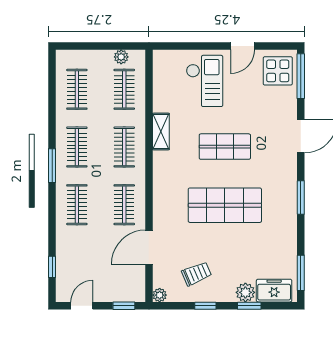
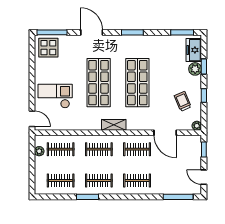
door: (242, 46) -> (32, 119), moved
shelving: (161, 132) -> (114, 125), moved
shop shelf: (225, 147) -> (99, 83), width x1.43, depth x1.36
window: (52, 166) -> (87, 197), moved
window: (52, 267) -> (178, 197), width x2.17

